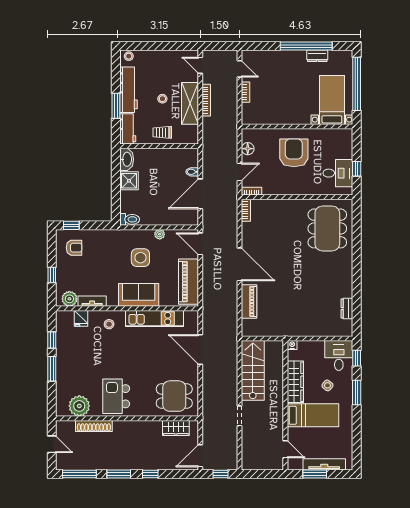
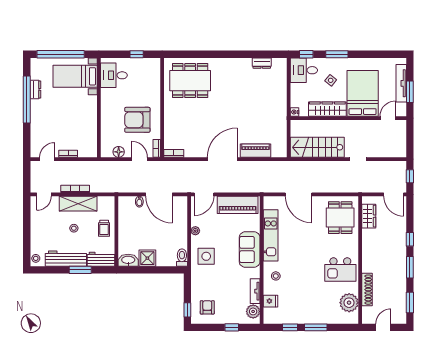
armchair: (294, 153) -> (137, 120), moved
desk: (338, 173) -> (114, 75), moved, turned -90
side table: (140, 258) -> (206, 256), moved
door: (200, 350) -> (299, 194), hinge flipped
bed: (313, 415) -> (363, 93), width x1.50
window: (79, 474) -> (410, 302), width x0.69

